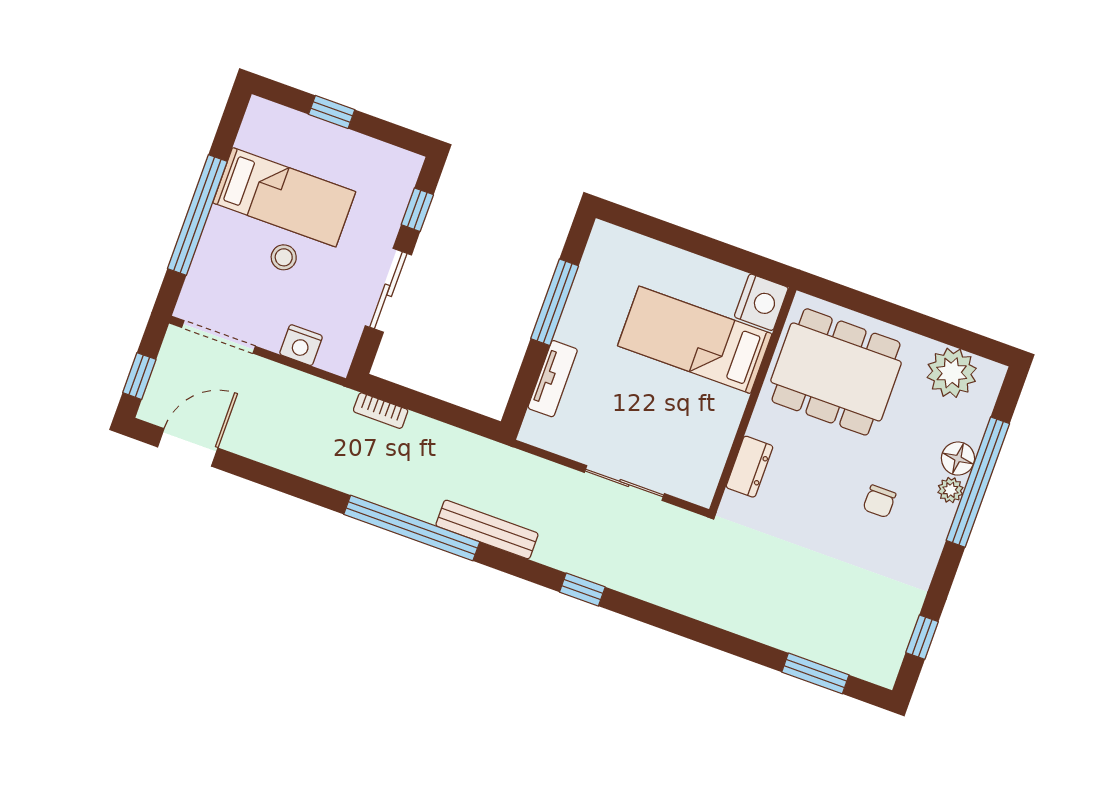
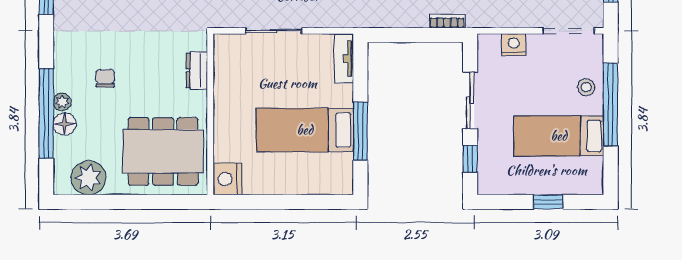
stool: (284, 257) -> (586, 87), moved
bed: (695, 340) -> (305, 130), moved, turned 180
tv unit: (553, 379) -> (344, 59), moved

